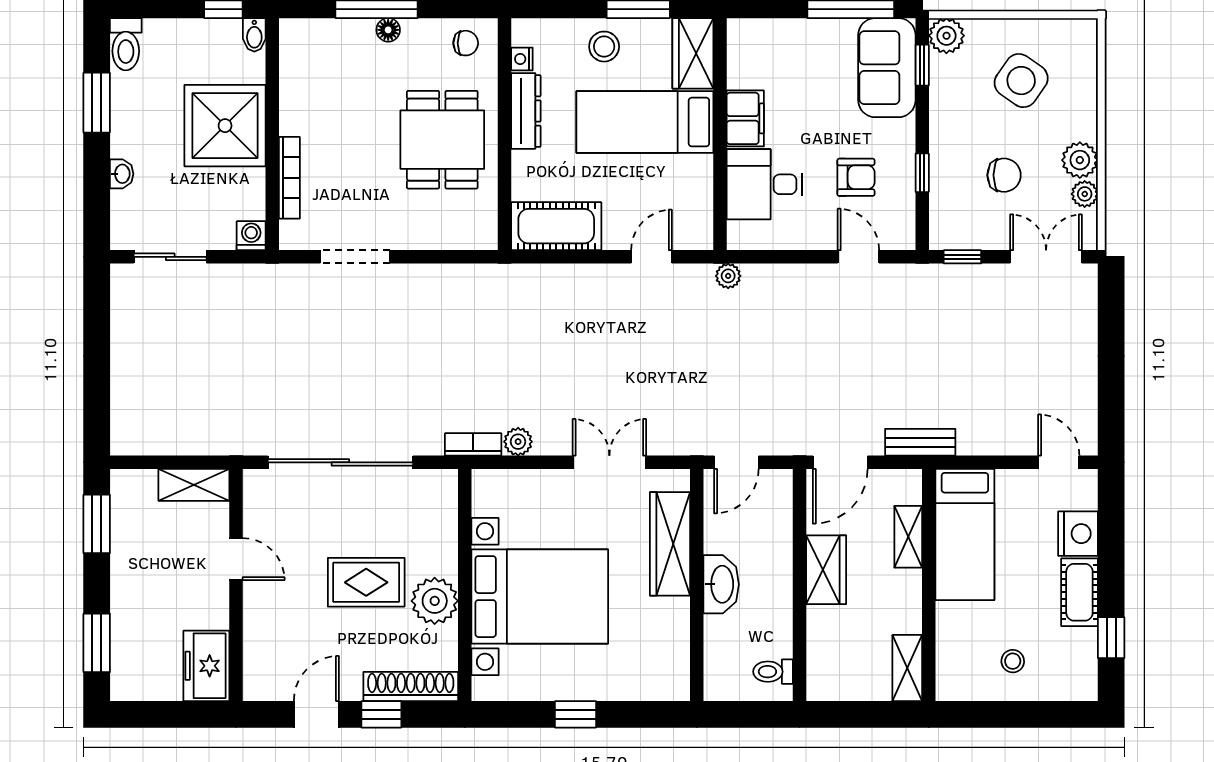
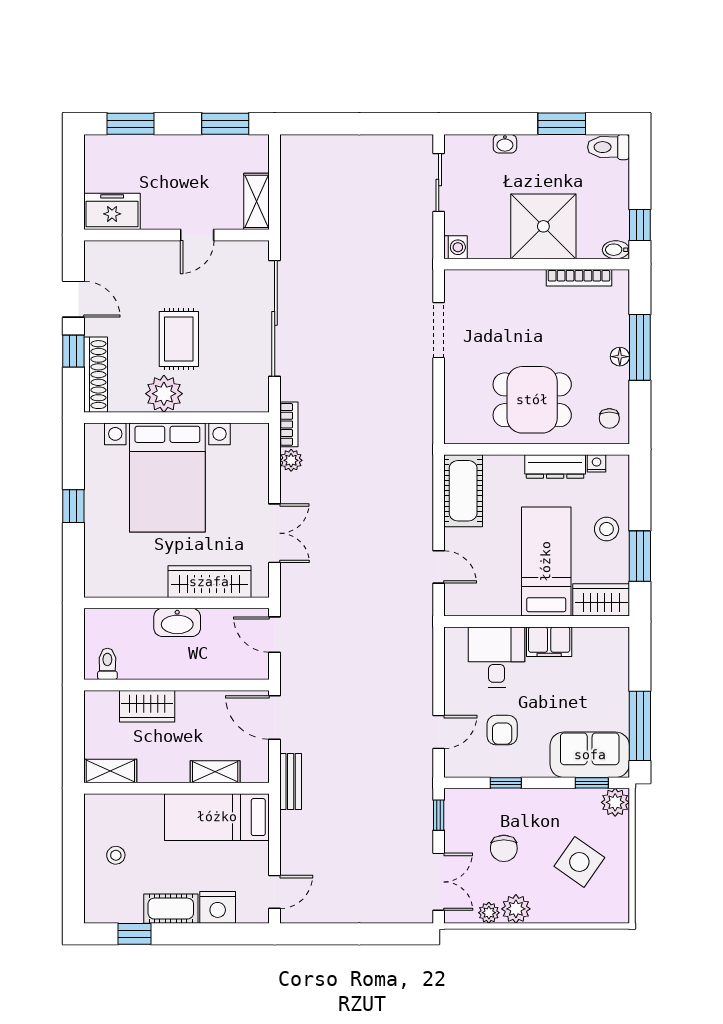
bookcase: (289, 178) -> (579, 278), moved
plant: (728, 276) -> (423, 628), removed
wardrobe: (826, 570) -> (147, 706), moved

